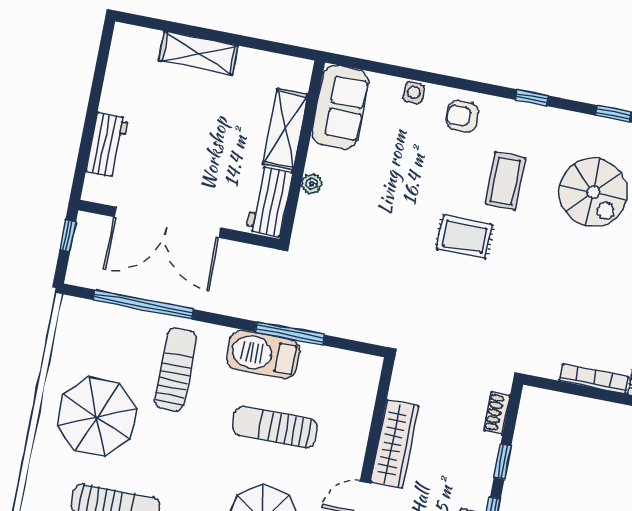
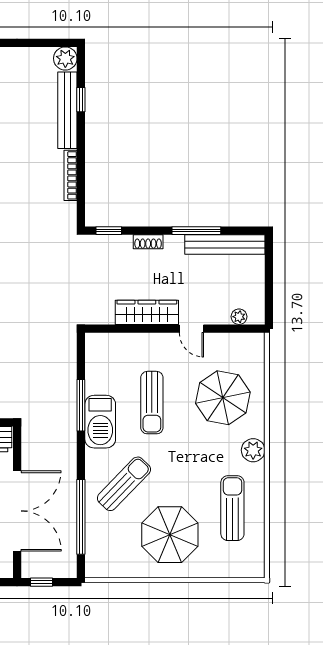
sun lounger: (176, 370) -> (124, 484), turned 134
shoe rack: (497, 413) -> (148, 242), moved
window: (502, 462) -> (109, 231), moved

